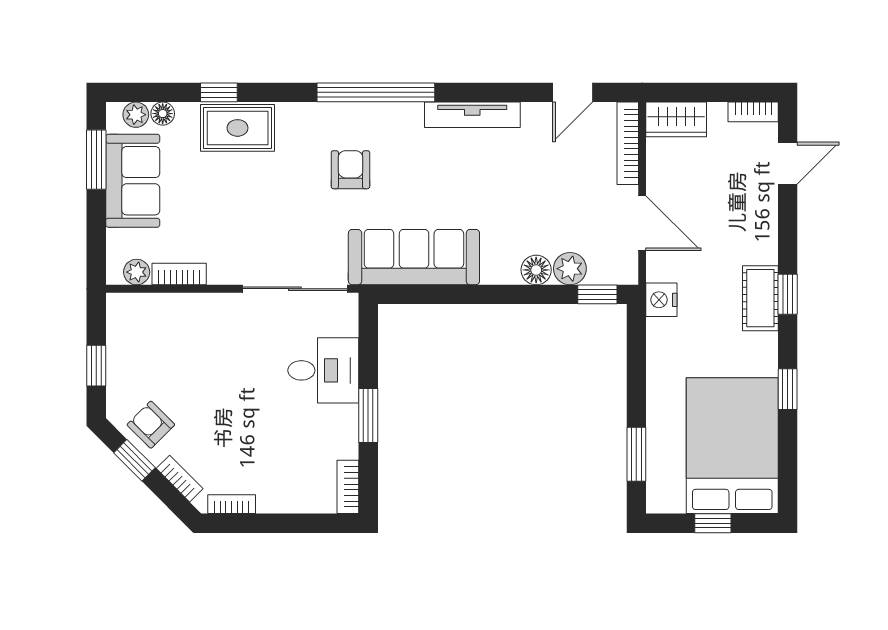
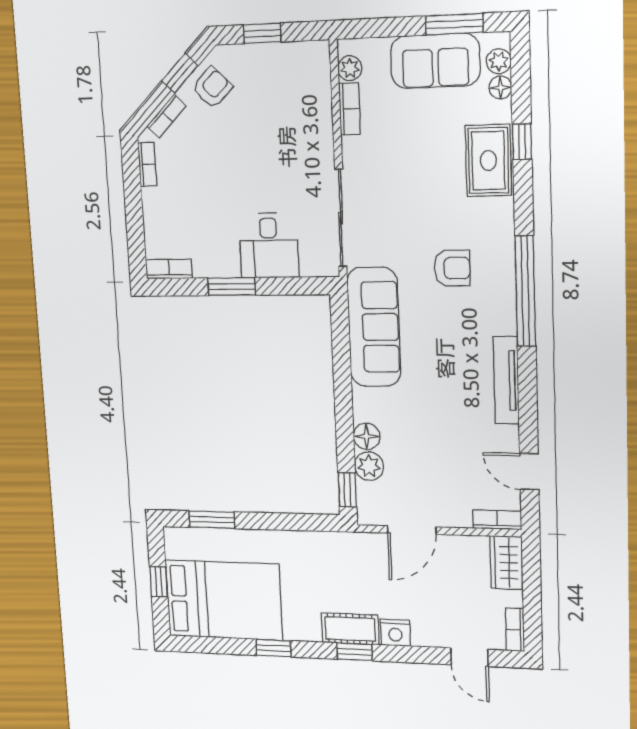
bookcase: (628, 143) -> (497, 520), width x0.64
nightstand: (661, 300) -> (395, 633), moved, turned 180

